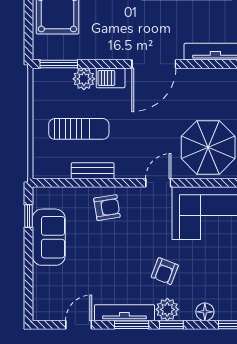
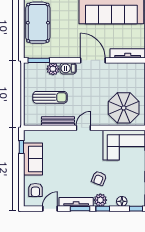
door: (154, 64) -> (93, 60), swing flipped
bench: (93, 171) -> (58, 121), width x1.36
door: (158, 183) -> (83, 128), moved
armchair: (107, 208) -> (35, 190), moved, turned 99

